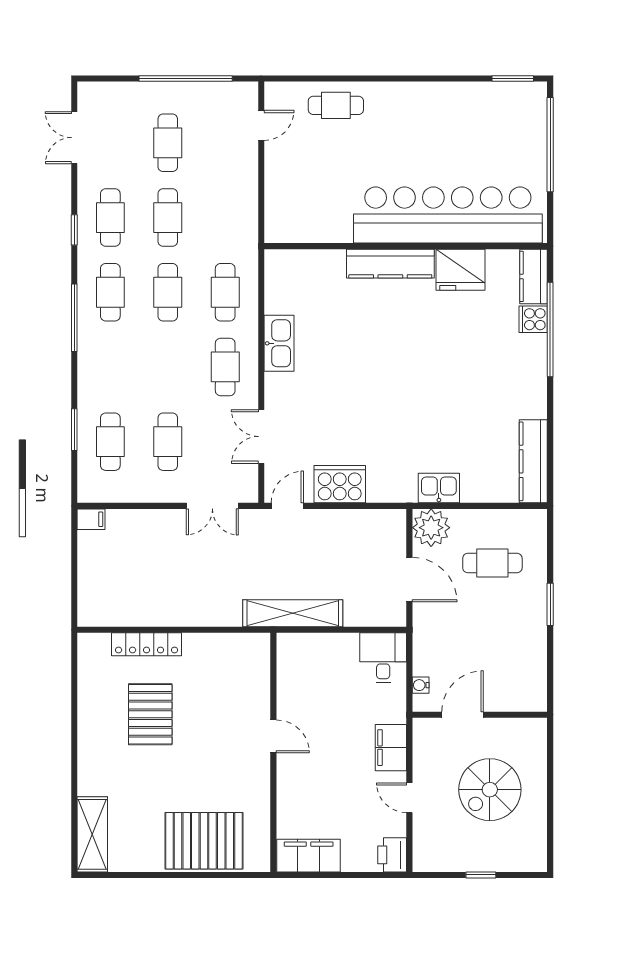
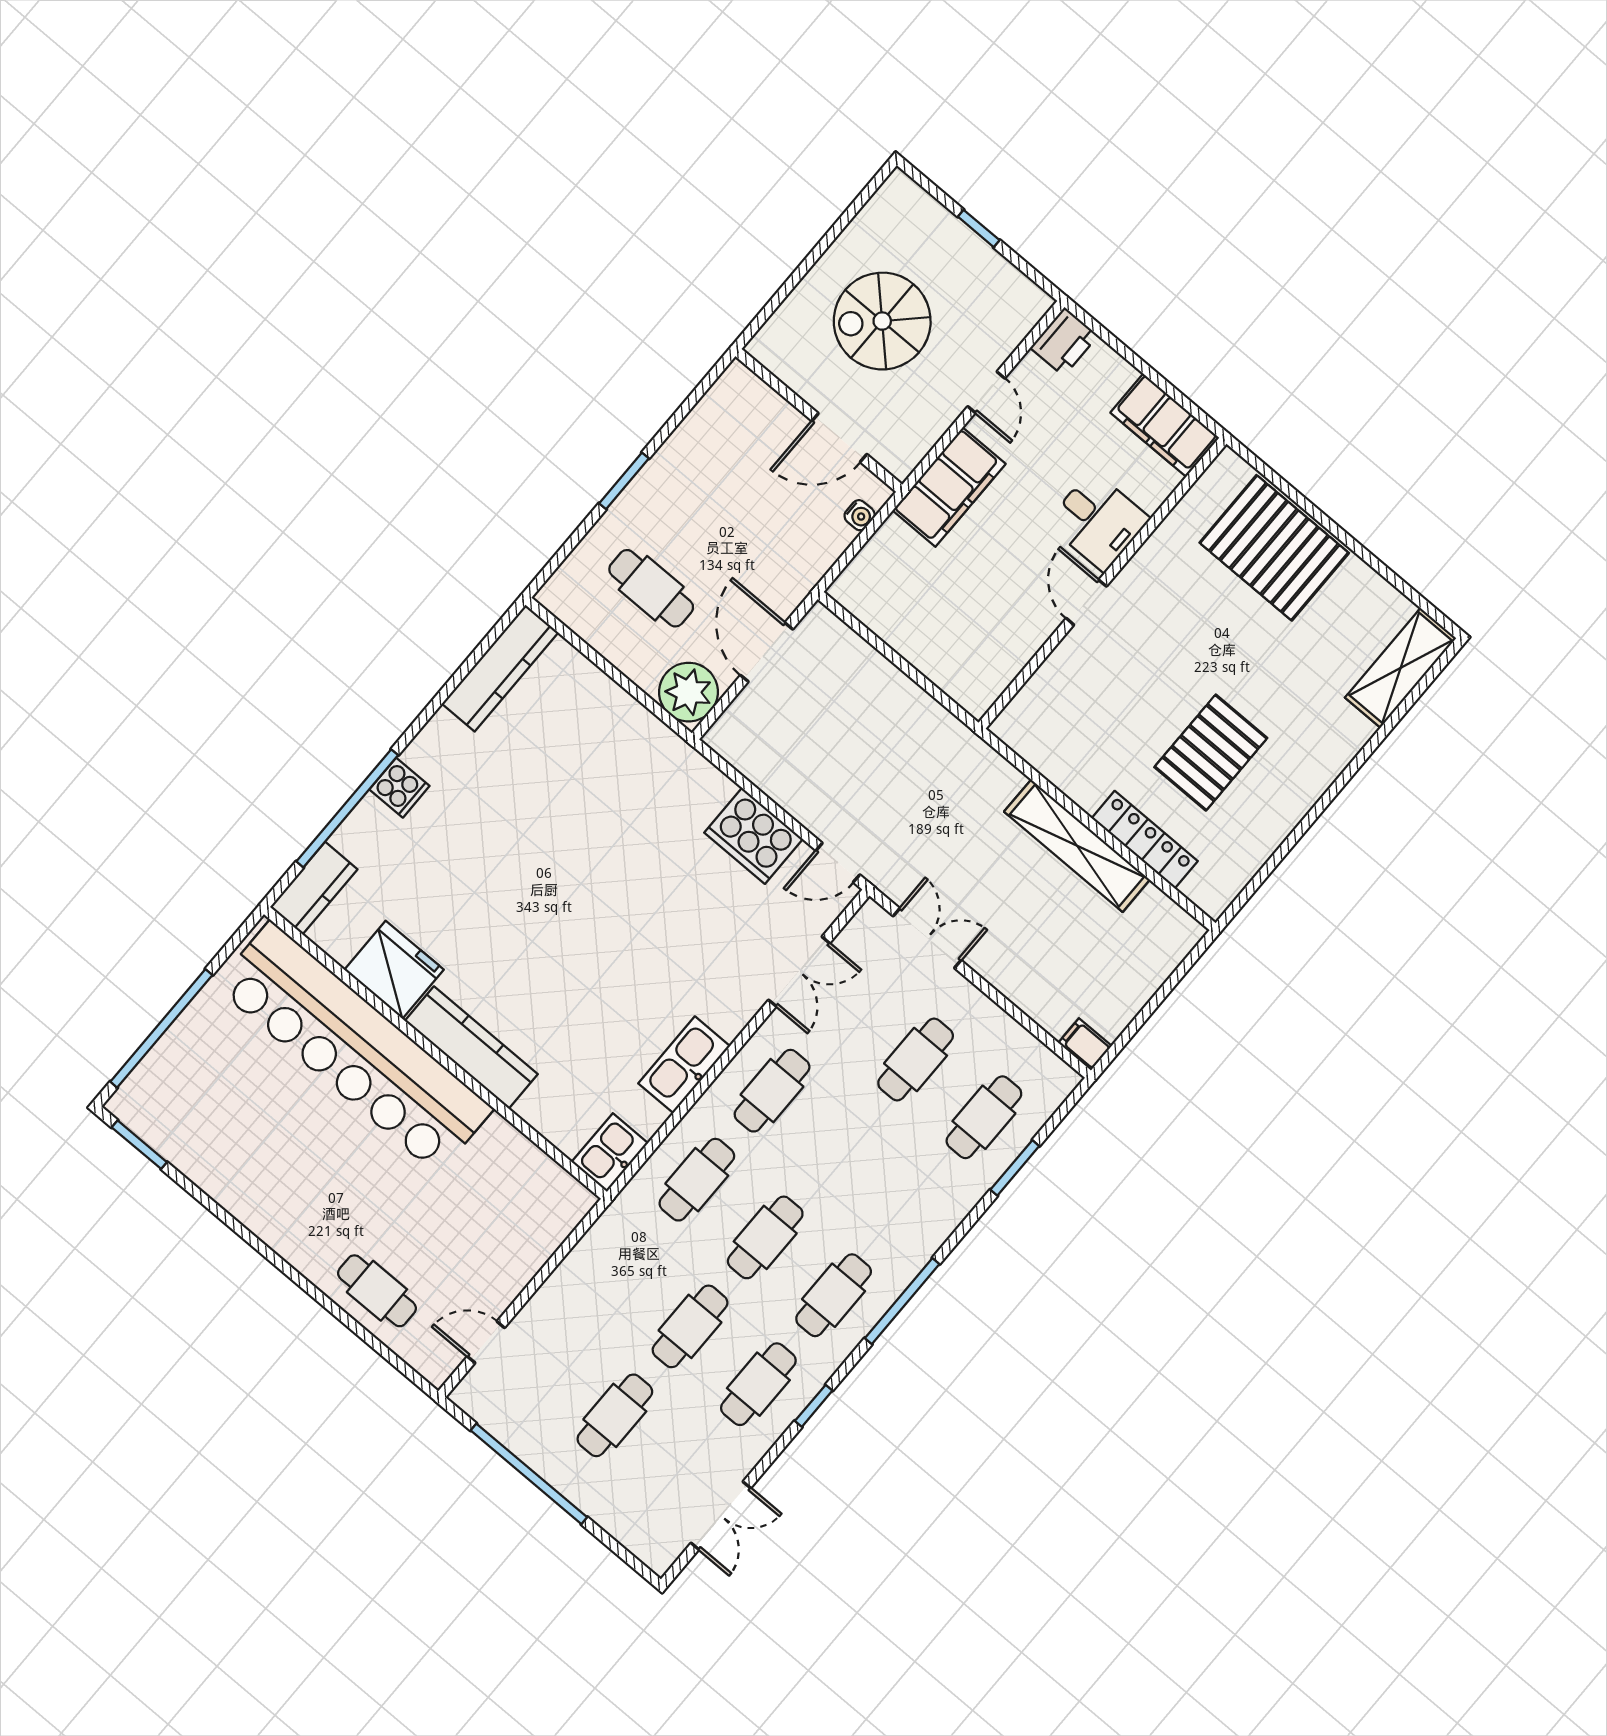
cooker: (533, 319) -> (399, 788), moved
kitchen sink: (439, 488) -> (610, 1152), moved, turned 90
shelving: (293, 613) -> (1077, 846), moved
desk: (383, 658) -> (1098, 521), moved, turned -90
filing cabinet: (391, 748) -> (949, 487), width x1.50, depth x1.17
spiral stairs: (490, 790) -> (882, 321), turned 180

